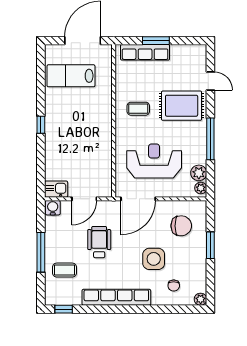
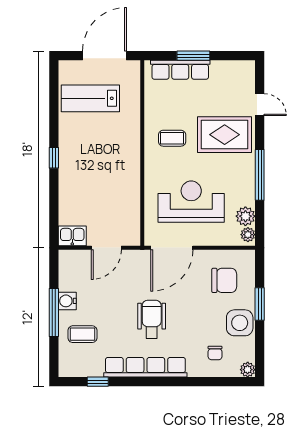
water cooler: (53, 208) -> (67, 301), moved, turned -90
wheelchair: (99, 242) -> (152, 319), moved
side table: (154, 259) -> (240, 323), moved
window: (64, 309) -> (98, 382), moved

